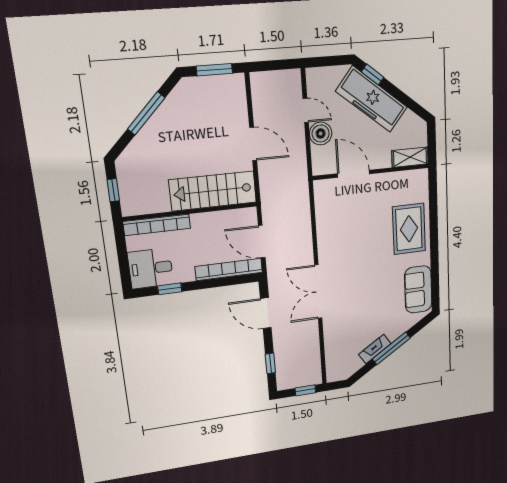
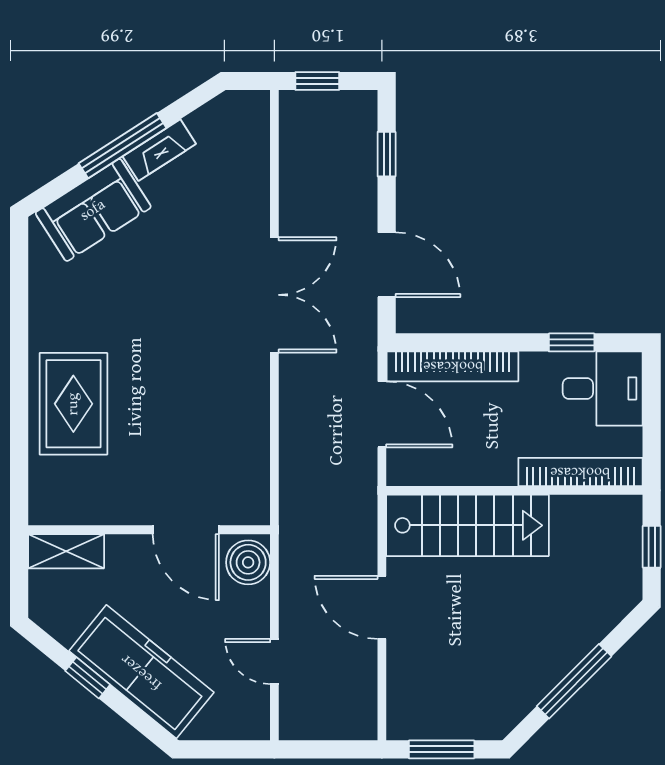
window: (373, 75) -> (88, 678), moved
boiler: (321, 134) -> (248, 562), moved
sofa: (418, 289) -> (93, 210), moved, turned 57

